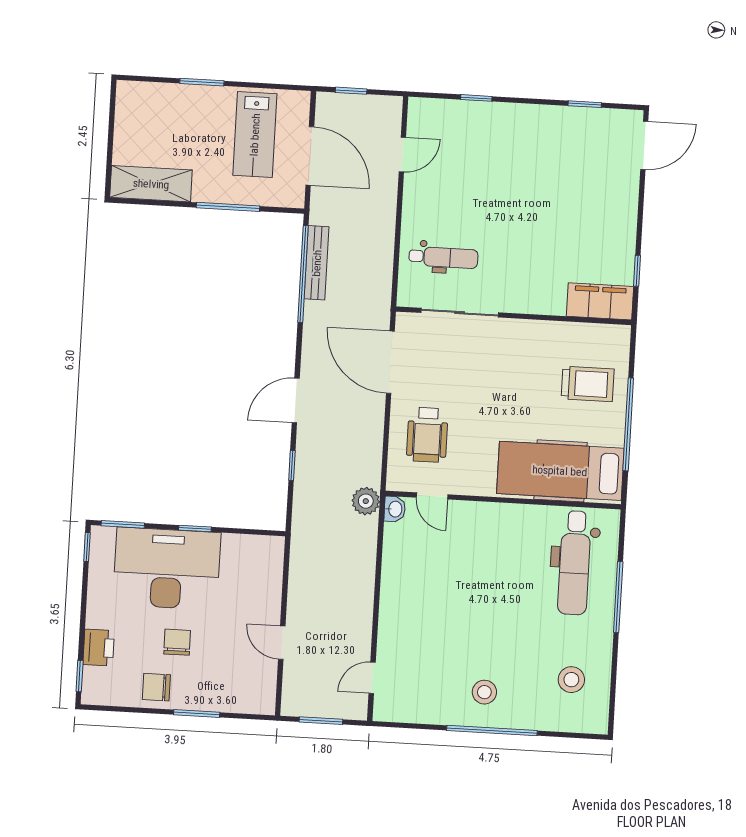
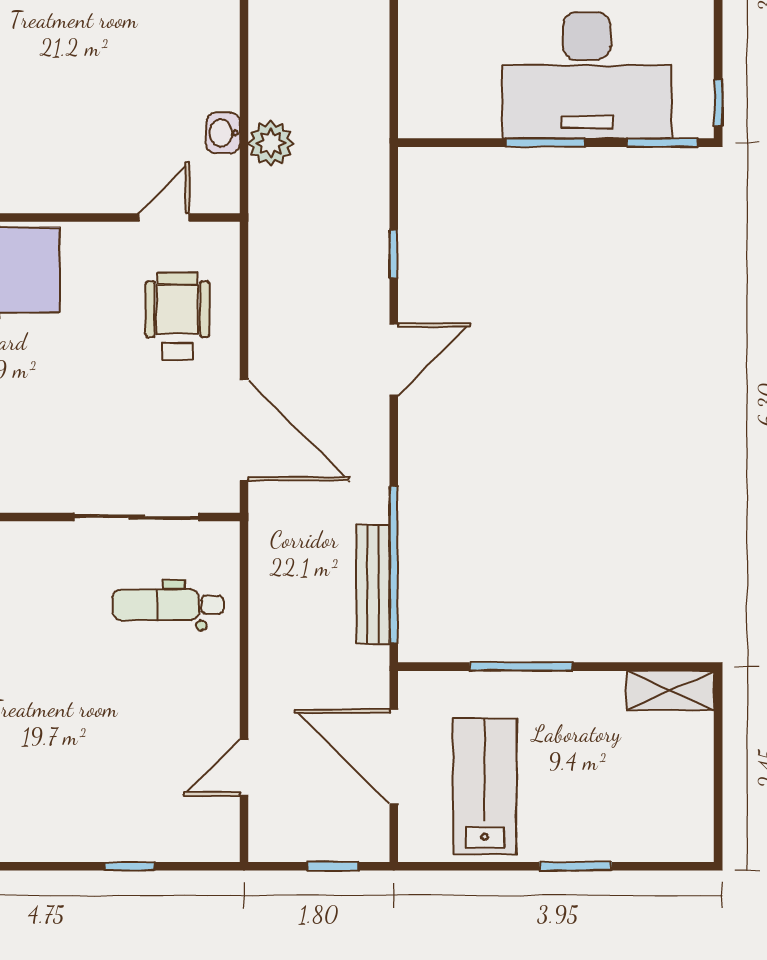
shelving: (151, 184) -> (670, 690), width x0.67, depth x0.75
door: (432, 496) -> (164, 218), hinge flipped
plant: (366, 501) -> (271, 143), moved
washbasin: (395, 509) -> (223, 133), moved
window: (195, 529) -> (545, 143), width x1.50

